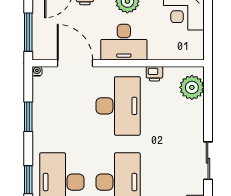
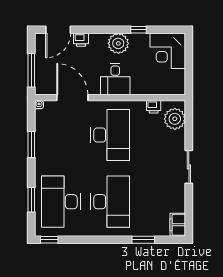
desk: (124, 42) -> (115, 79), width x0.73
printer: (154, 74) -> (154, 107), moved
sliding door: (208, 161) -> (189, 167), moved

